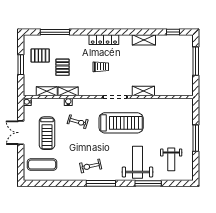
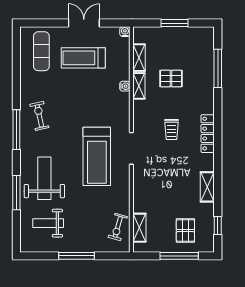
pallet: (40, 56) -> (185, 231), moved
shelving: (143, 91) -> (139, 228), moved
exercise bike: (78, 122) -> (118, 227), moved
weight bench: (137, 162) -> (44, 178), turned -90

